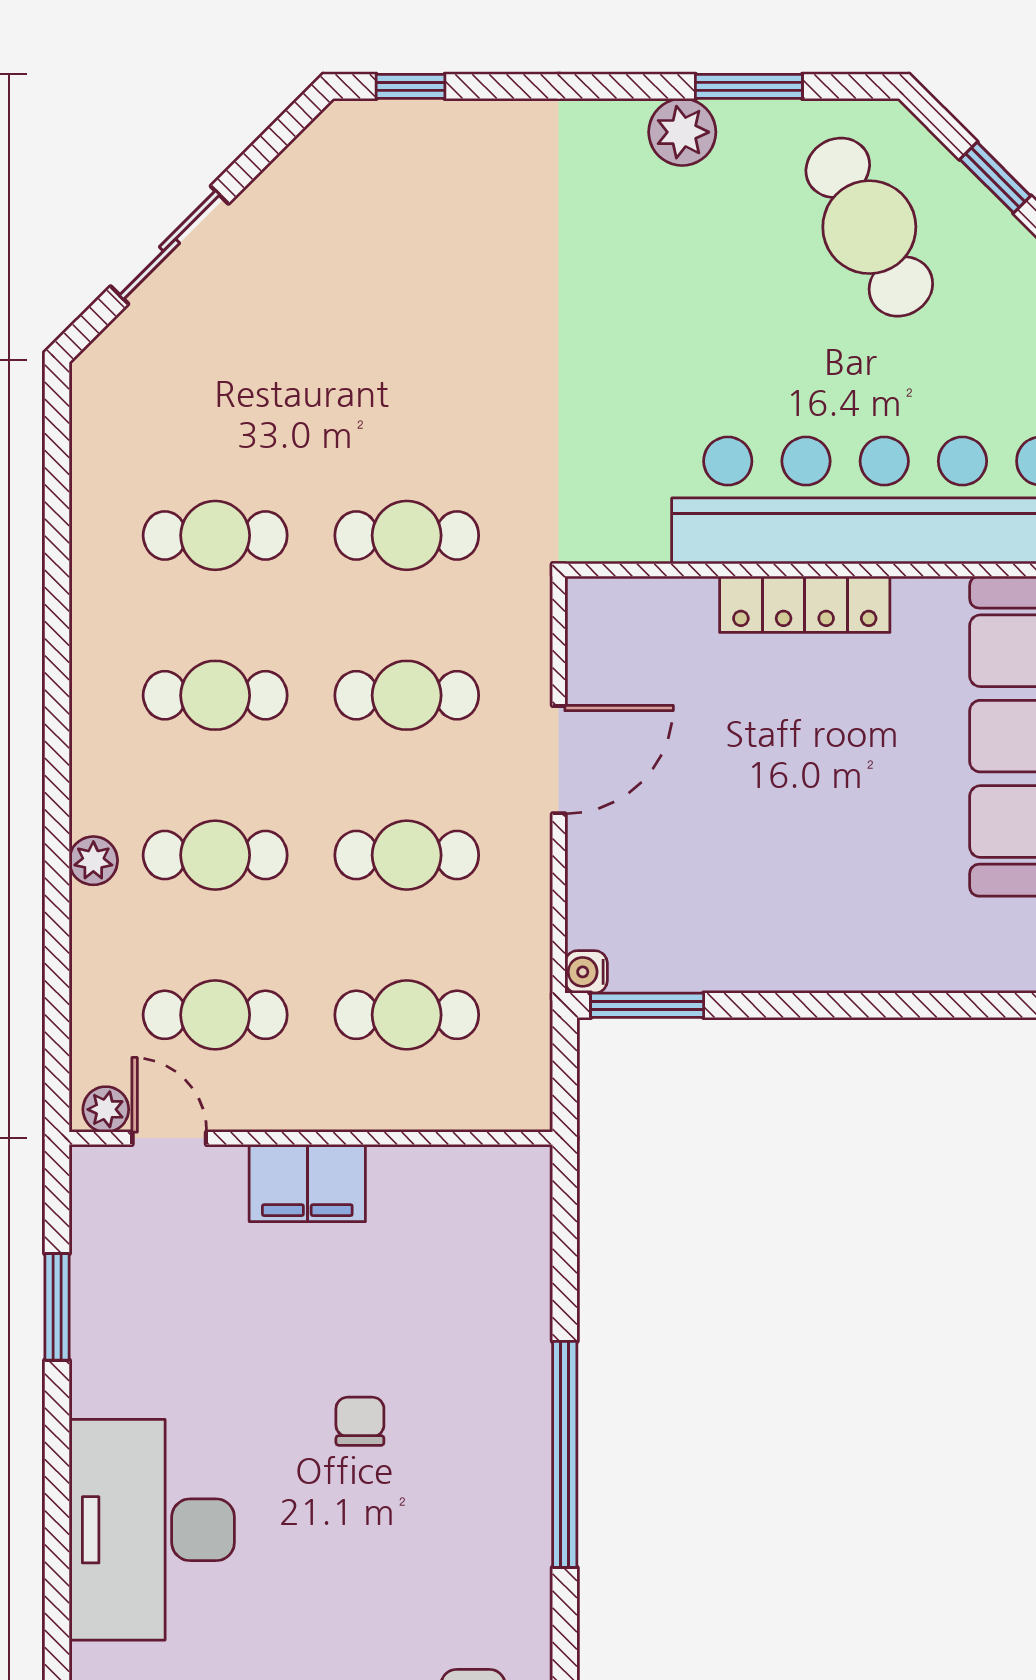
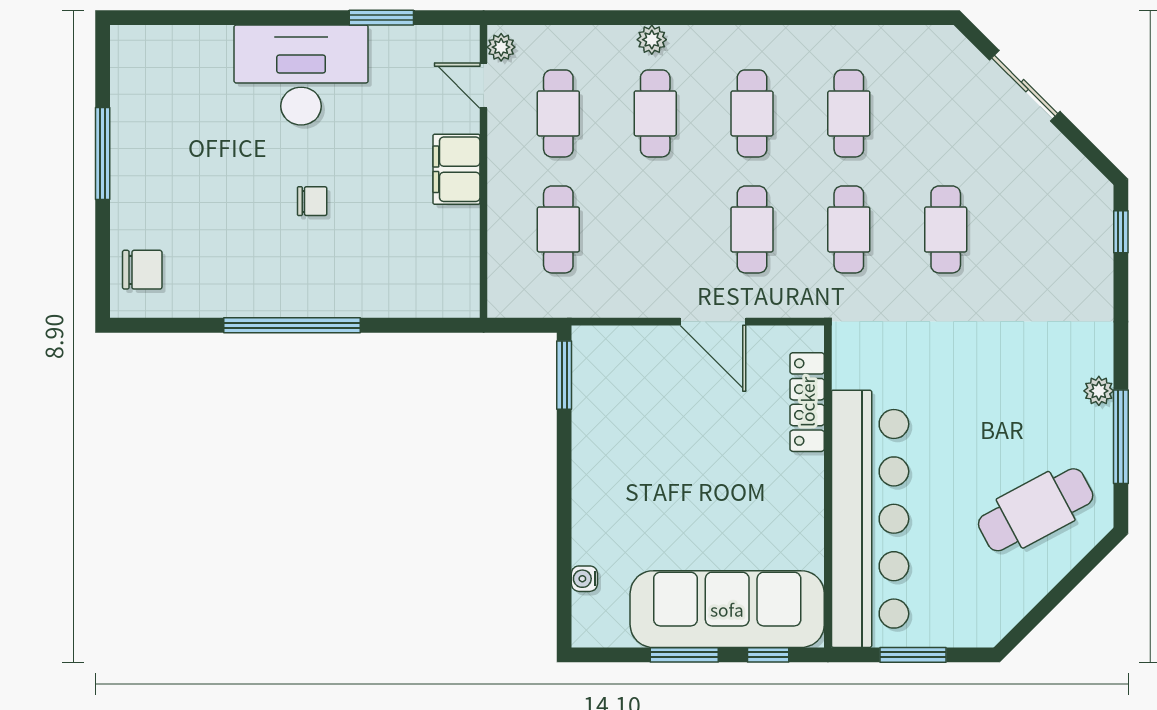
window: (749, 86) -> (1121, 437), width x1.44
plant: (682, 132) -> (1099, 391), width x0.73, depth x0.73
window: (995, 178) -> (1066, 586), removed
locker: (805, 604) -> (807, 402), moved
cafe table: (407, 855) -> (946, 229), moved
water cooler: (586, 972) -> (584, 579), moved, turned -90
door: (169, 1138) -> (484, 86), swing flipped
desk: (152, 1530) -> (301, 75), moved

